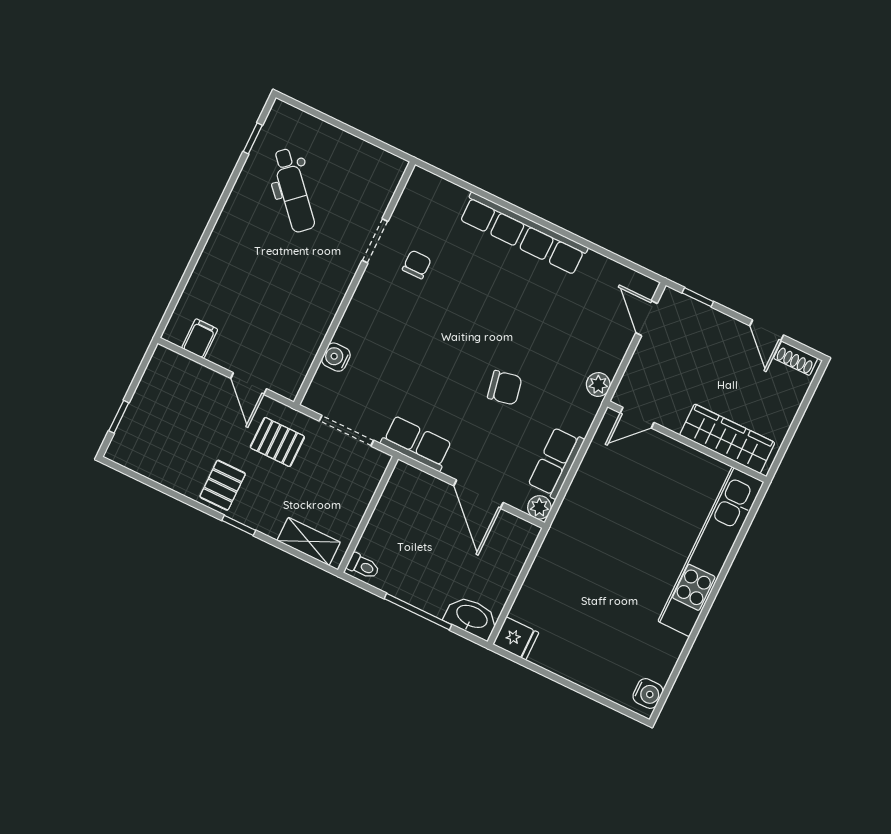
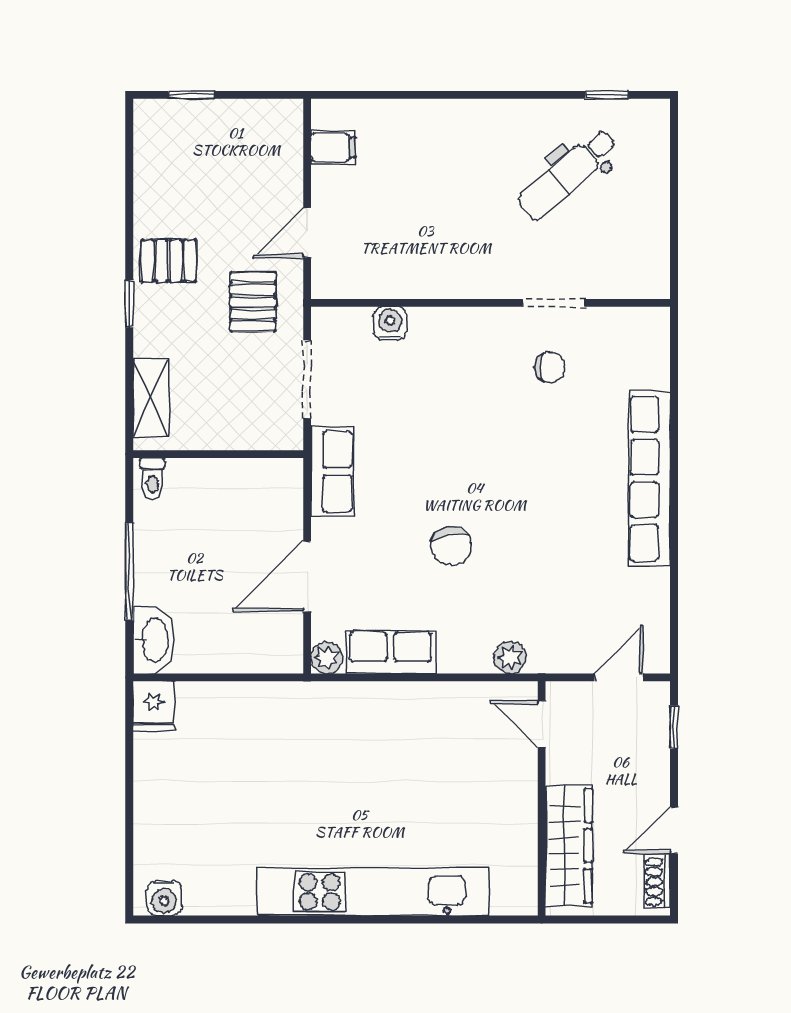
door: (637, 418) -> (542, 724), moved
wardrobe: (727, 439) -> (569, 846), moved
wall: (687, 442) -> (542, 798), moved

